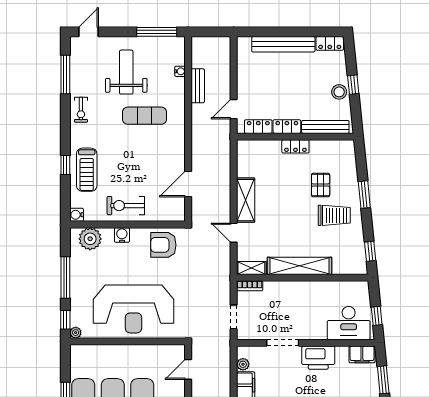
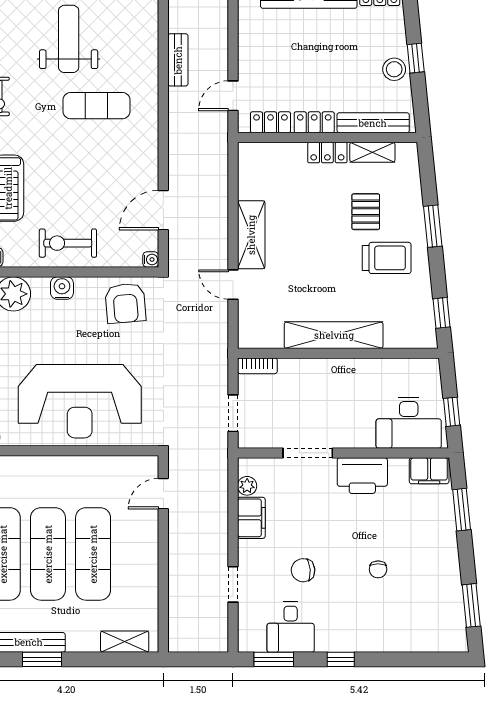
water cooler: (180, 71) -> (151, 259), moved
armchair: (163, 245) -> (125, 303), turned -95
shelving: (251, 268) -> (372, 152), moved

